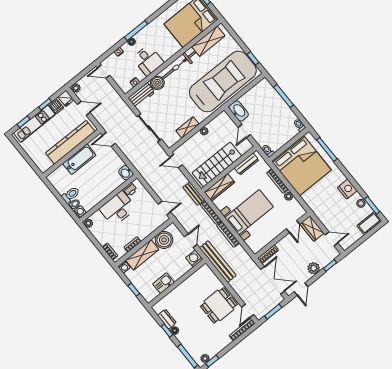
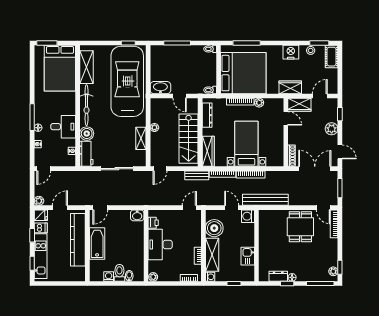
wardrobe: (320, 211) -> (290, 87), added
washing machine: (80, 212) -> (109, 276), moved

